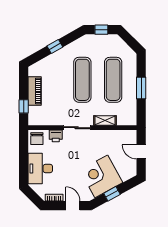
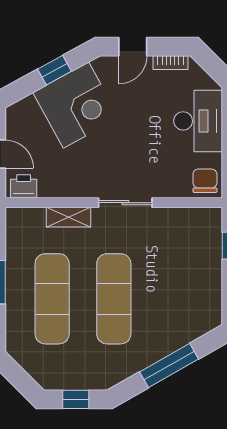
window: (55, 46) -> (169, 365), width x2.17
piano: (35, 91) -> (209, 276), removed
printer: (56, 136) -> (24, 186), moved
door: (73, 206) -> (133, 47), hinge flipped

